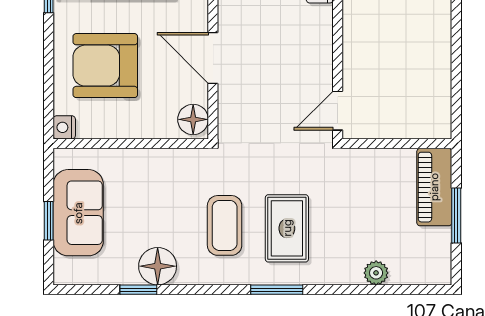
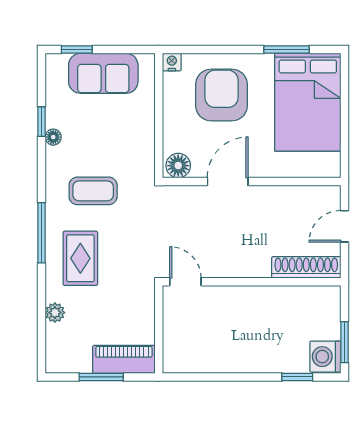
window: (49, 221) -> (77, 50), moved
rug: (287, 228) -> (80, 258), moved, turned 90
floor lamp: (158, 266) -> (53, 137), width x0.53, depth x0.53
window: (277, 290) -> (42, 233), width x1.44

